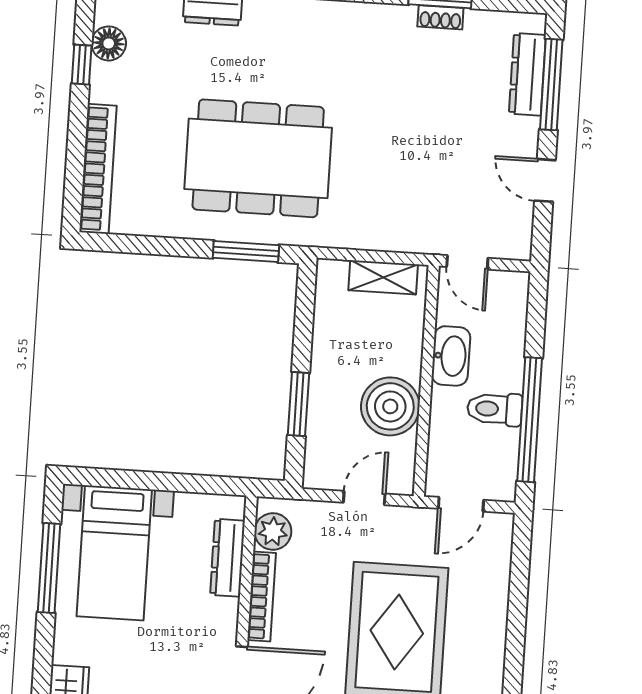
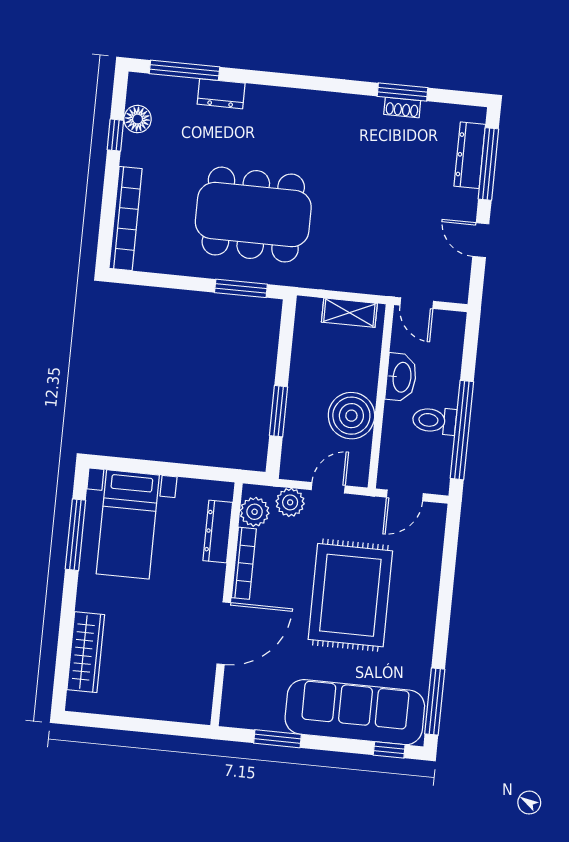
plant: (317, 518) -> (290, 502), added

